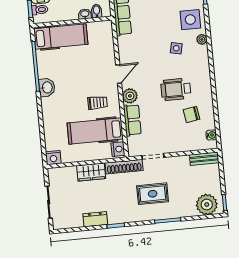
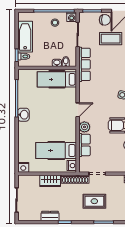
hospital bed: (61, 37) -> (57, 79), moved, turned 180
trolley: (97, 103) -> (60, 130), removed

